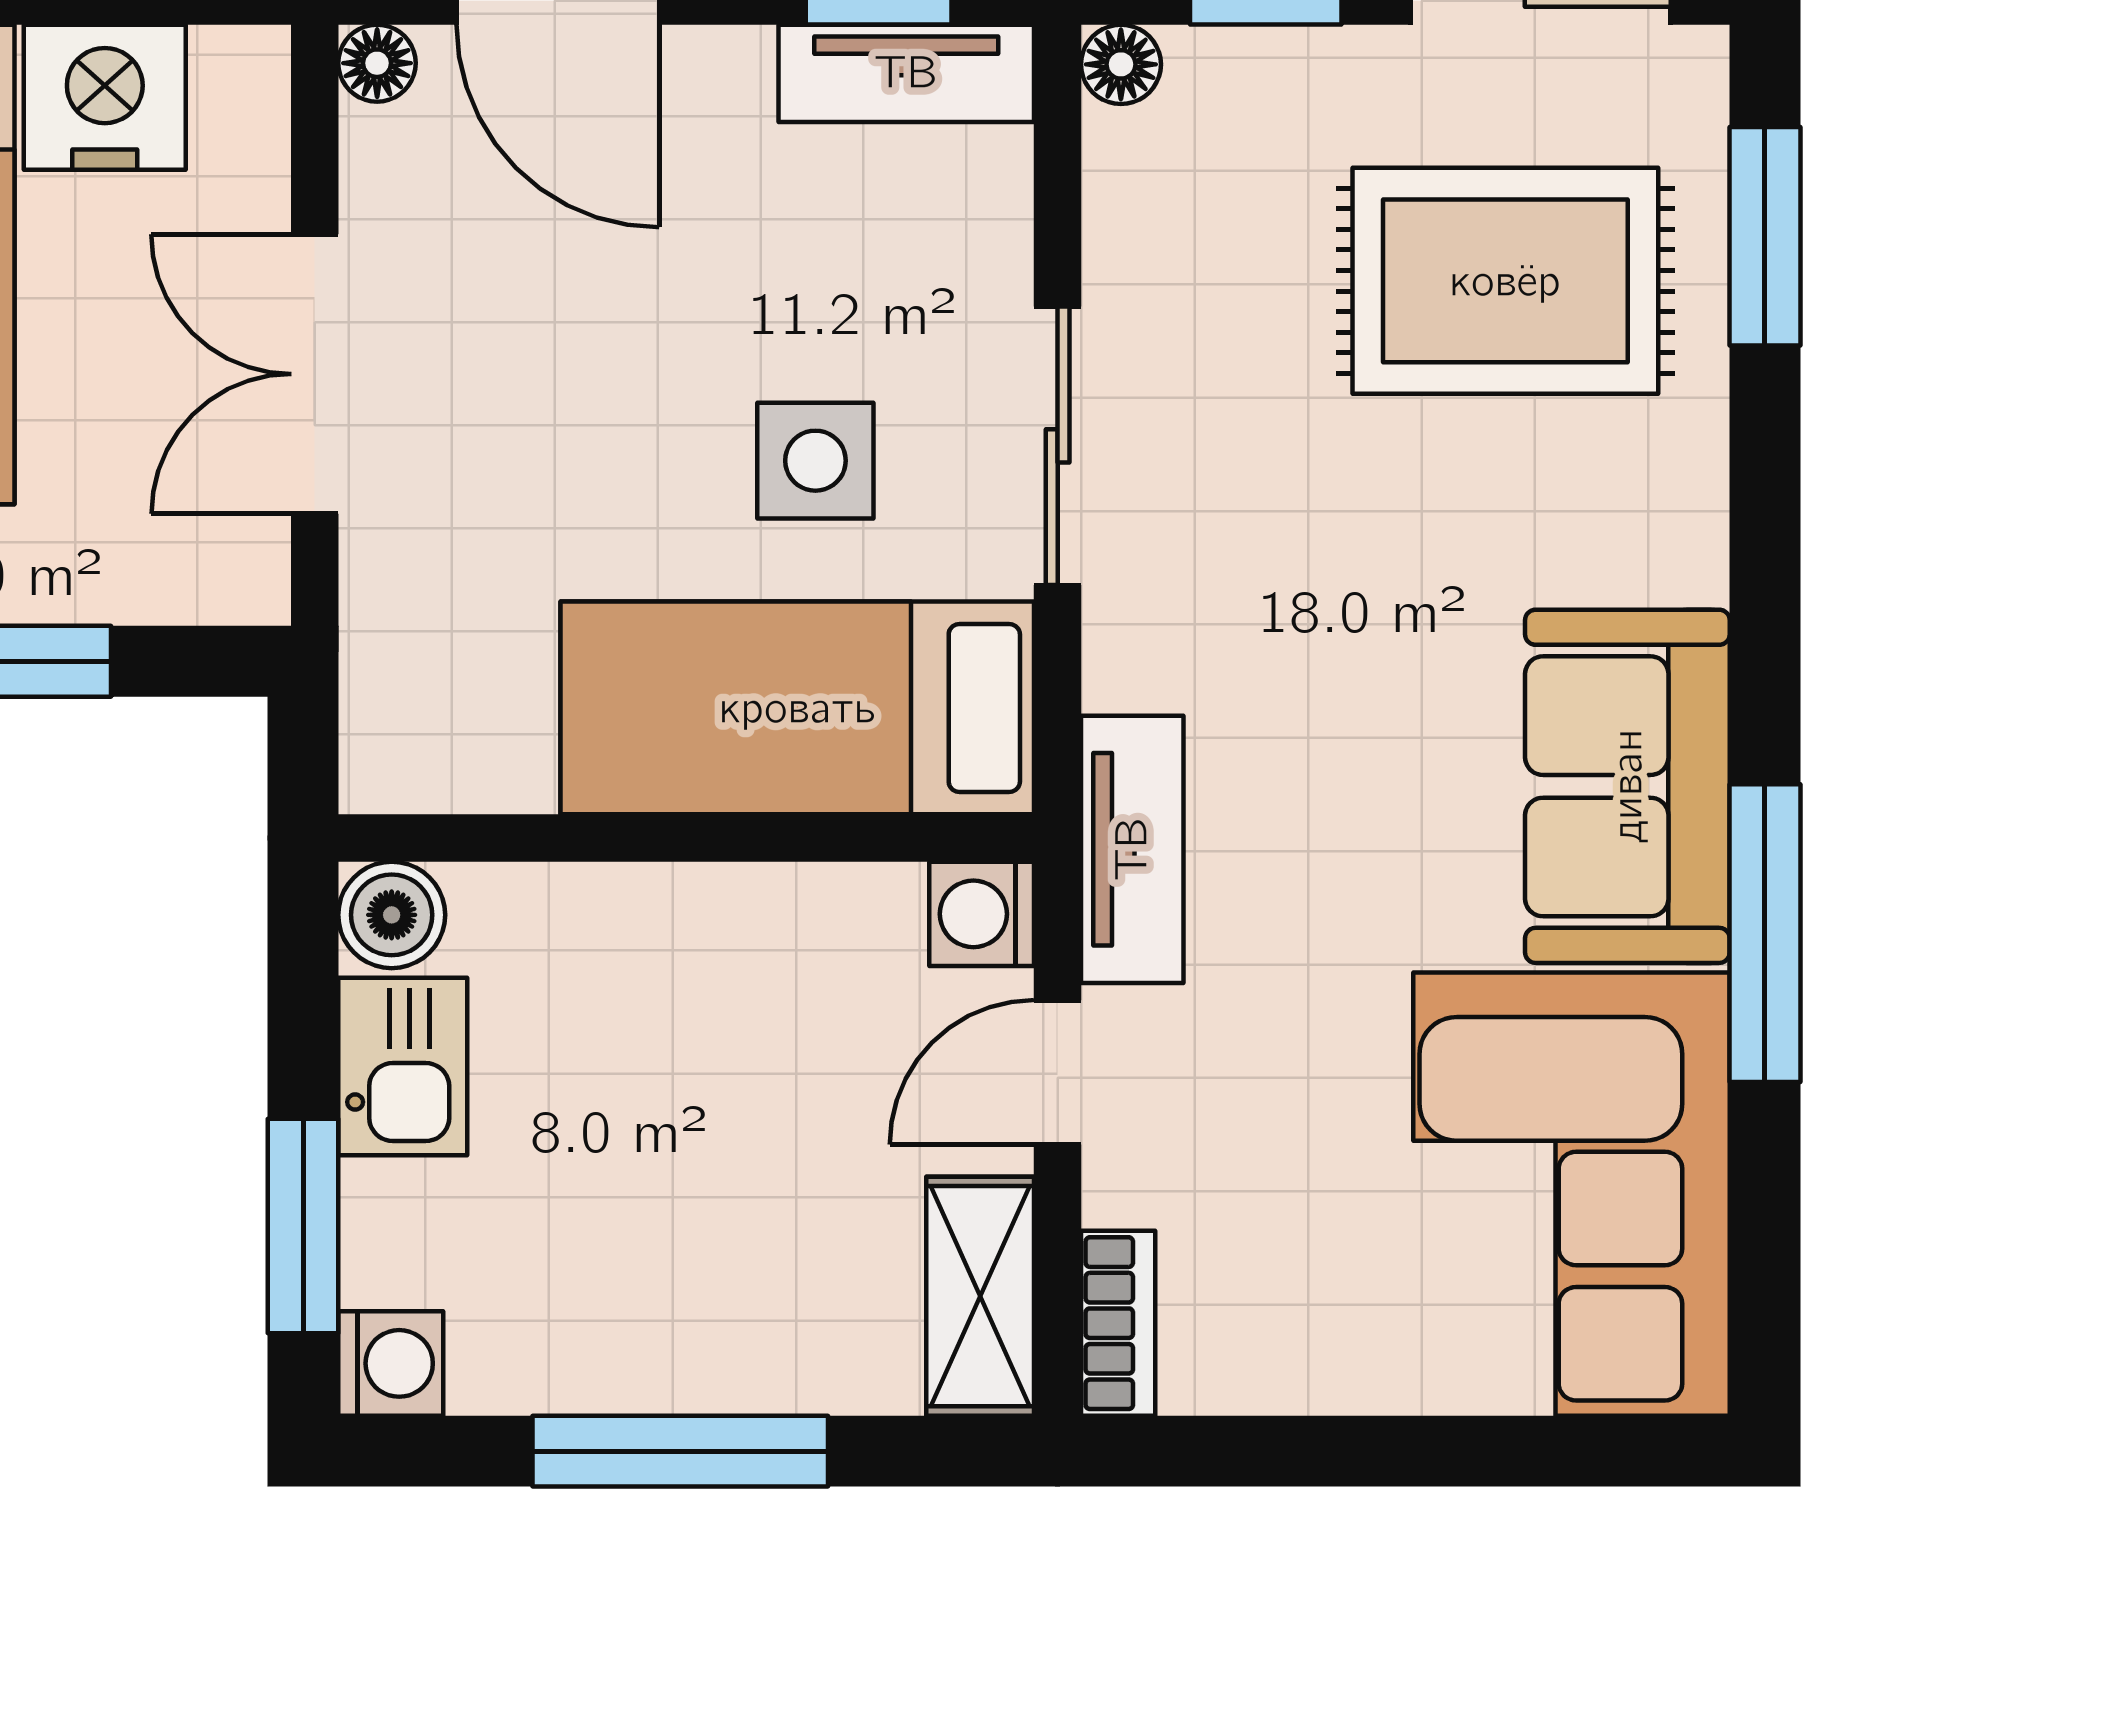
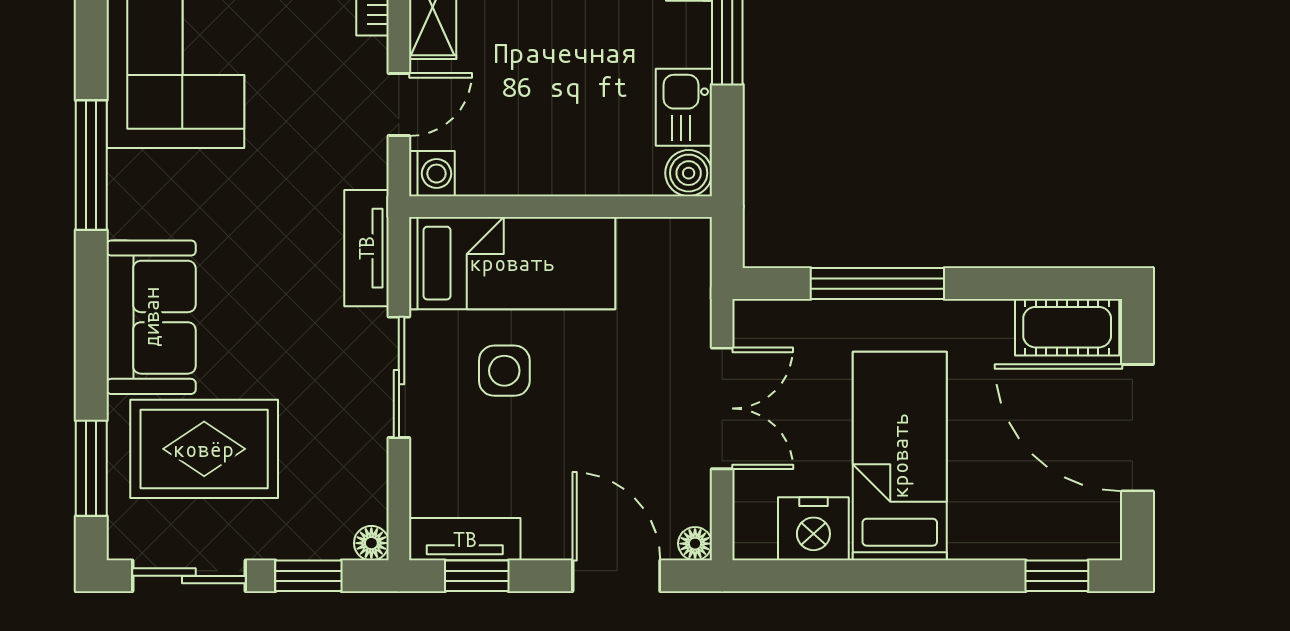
sofa: (1627, 786) -> (151, 317), moved
tv unit: (1132, 849) -> (366, 248), moved

